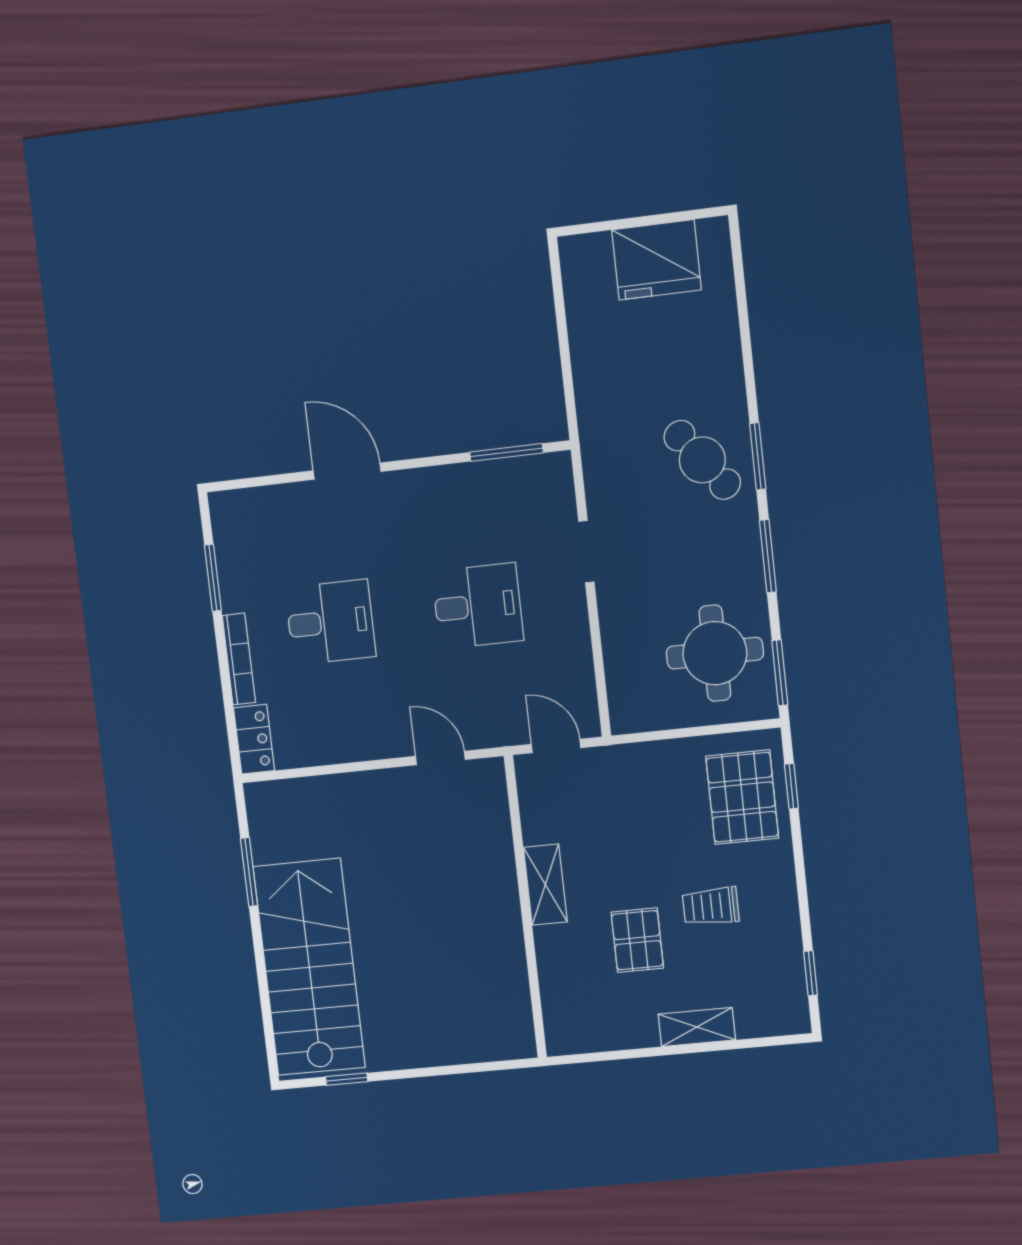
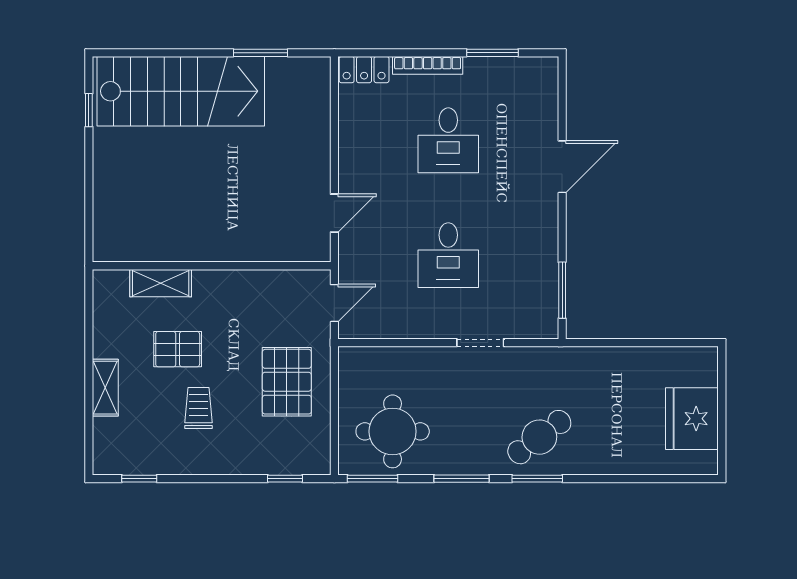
pallet: (742, 797) -> (287, 382), moved, turned 90
shelving: (545, 885) -> (161, 283), moved

